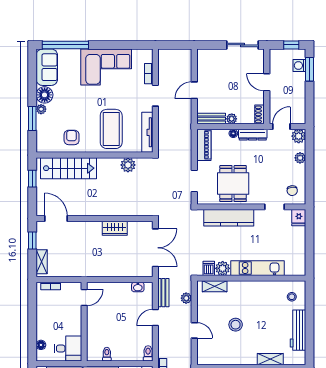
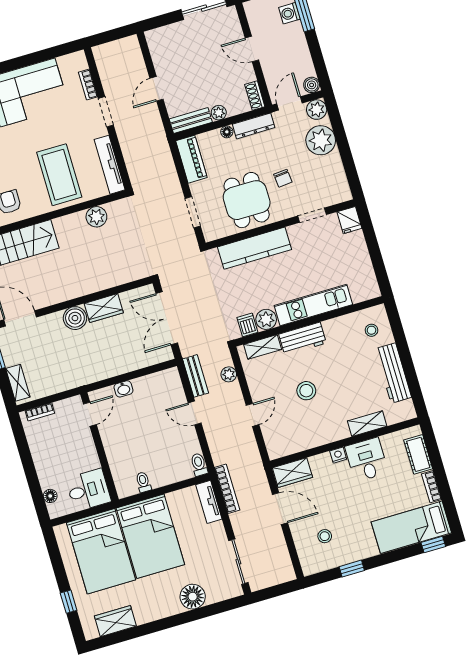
boiler: (300, 118) -> (312, 85), added
plant: (300, 158) -> (321, 140), width x1.87, depth x1.87
chair: (292, 191) -> (283, 178), moved
boiler: (93, 229) -> (75, 318), added
double door: (155, 248) -> (167, 318), swing flipped
washbasin: (138, 287) -> (123, 389), moved
workbench: (243, 289) -> (302, 339), added
door: (155, 318) -> (195, 413), hinge flipped
door: (194, 330) -> (252, 415), hinge flipped

